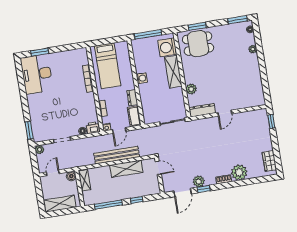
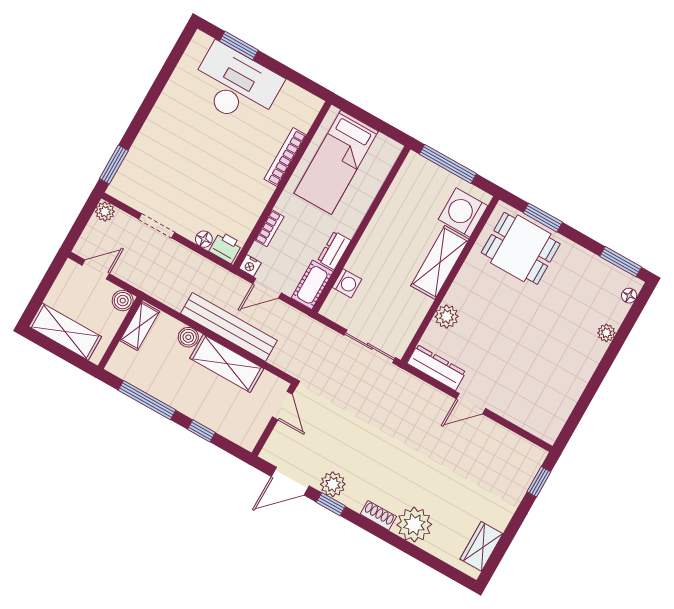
desk: (37, 74) -> (236, 85), moved, turned 90
washing machine: (142, 78) -> (347, 283), moved
boiler: (105, 170) -> (188, 337), added

